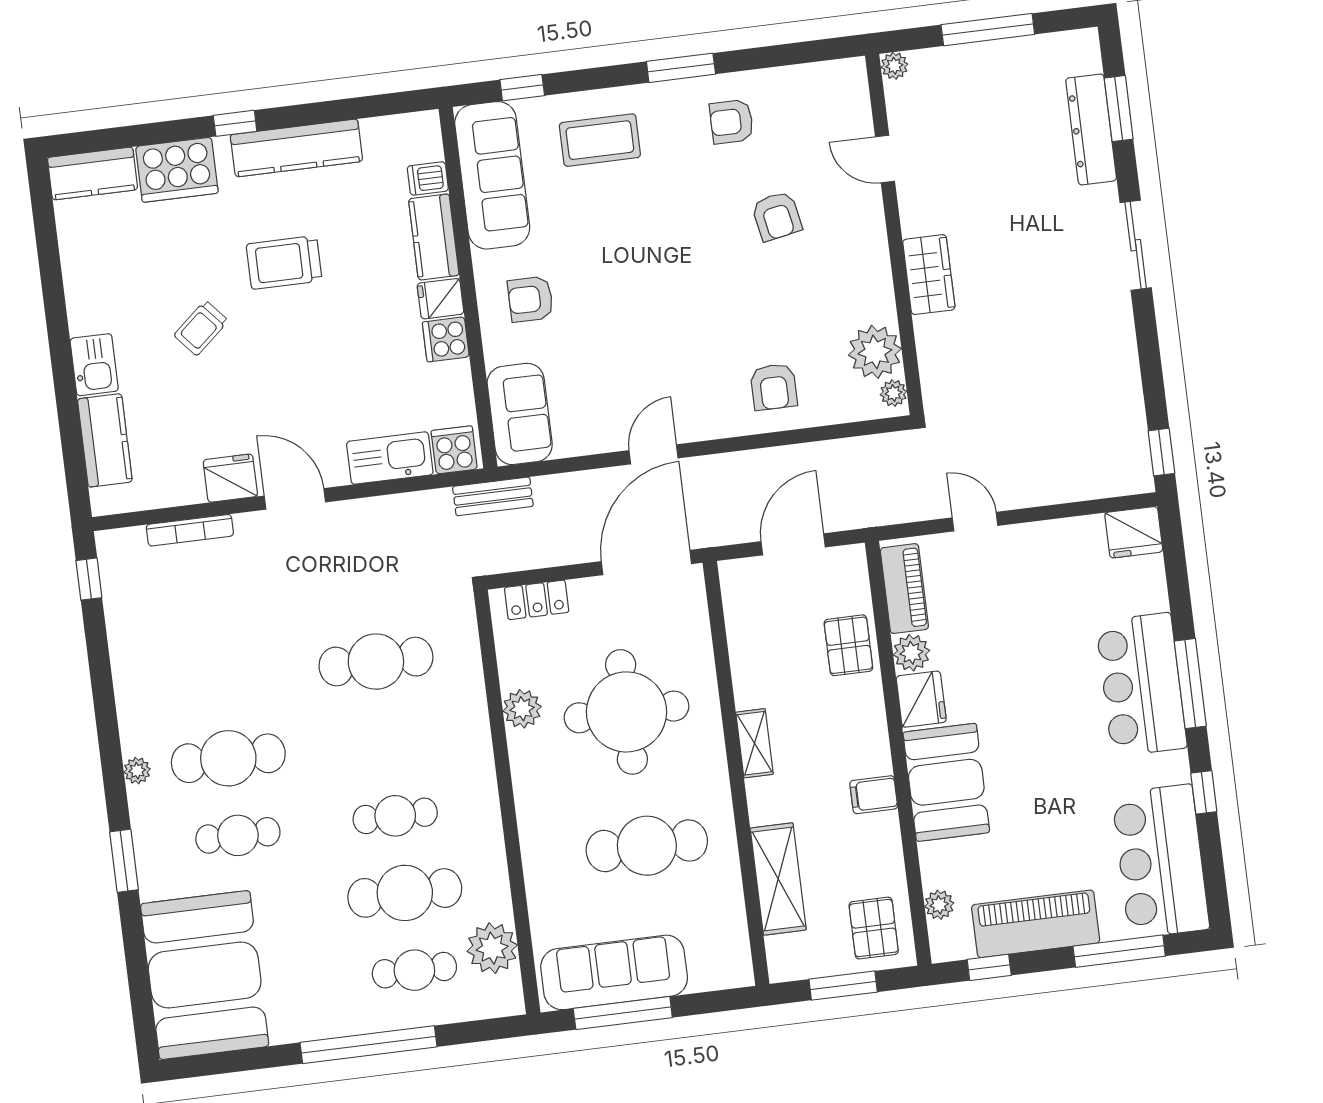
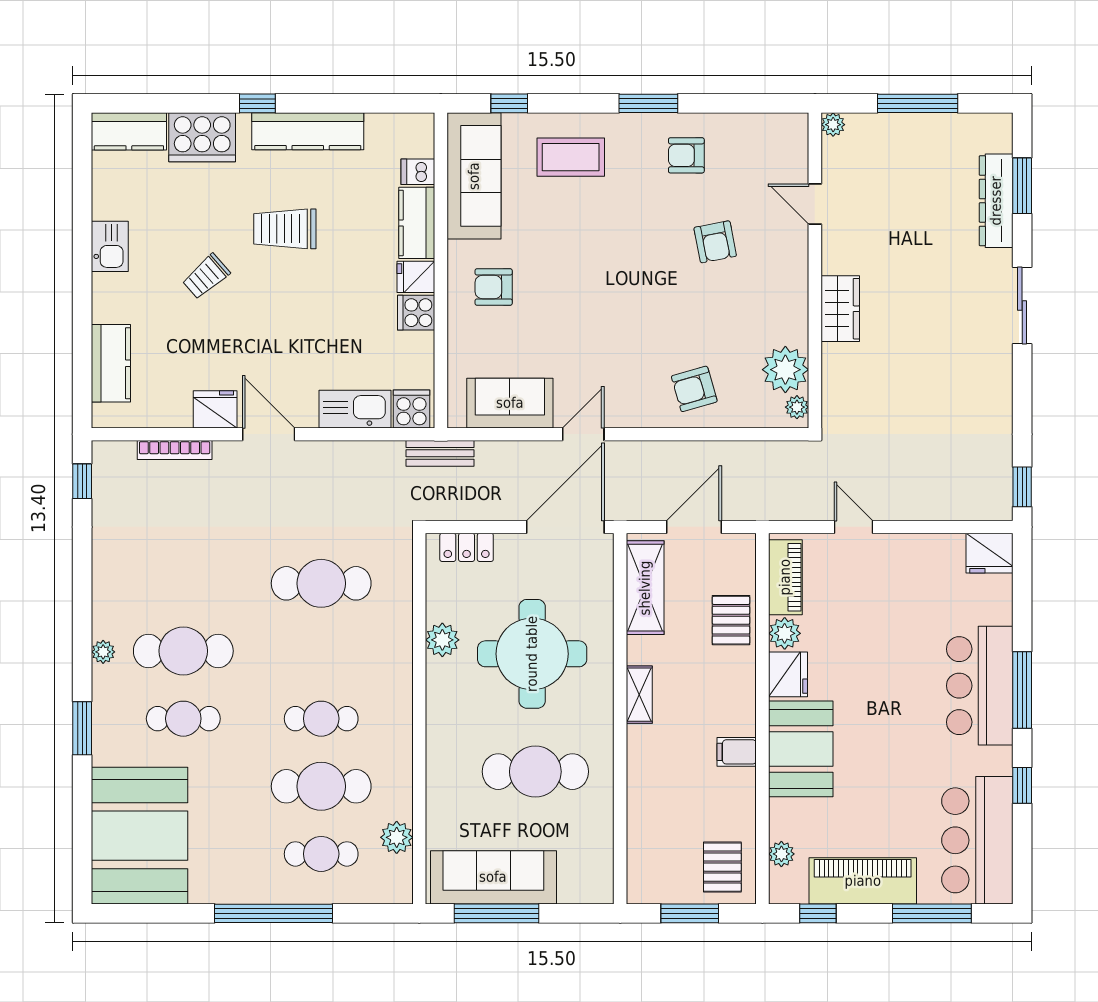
kitchen sink: (94, 365) -> (110, 246), moved
armchair: (774, 387) -> (694, 389), turned 74
sofa: (520, 414) -> (510, 403), moved, turned -90
shelving: (778, 879) -> (645, 588), moved
plant: (492, 948) -> (397, 837), width x0.73, depth x0.73

